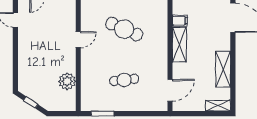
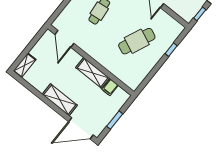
shelving: (223, 69) -> (60, 100), moved

